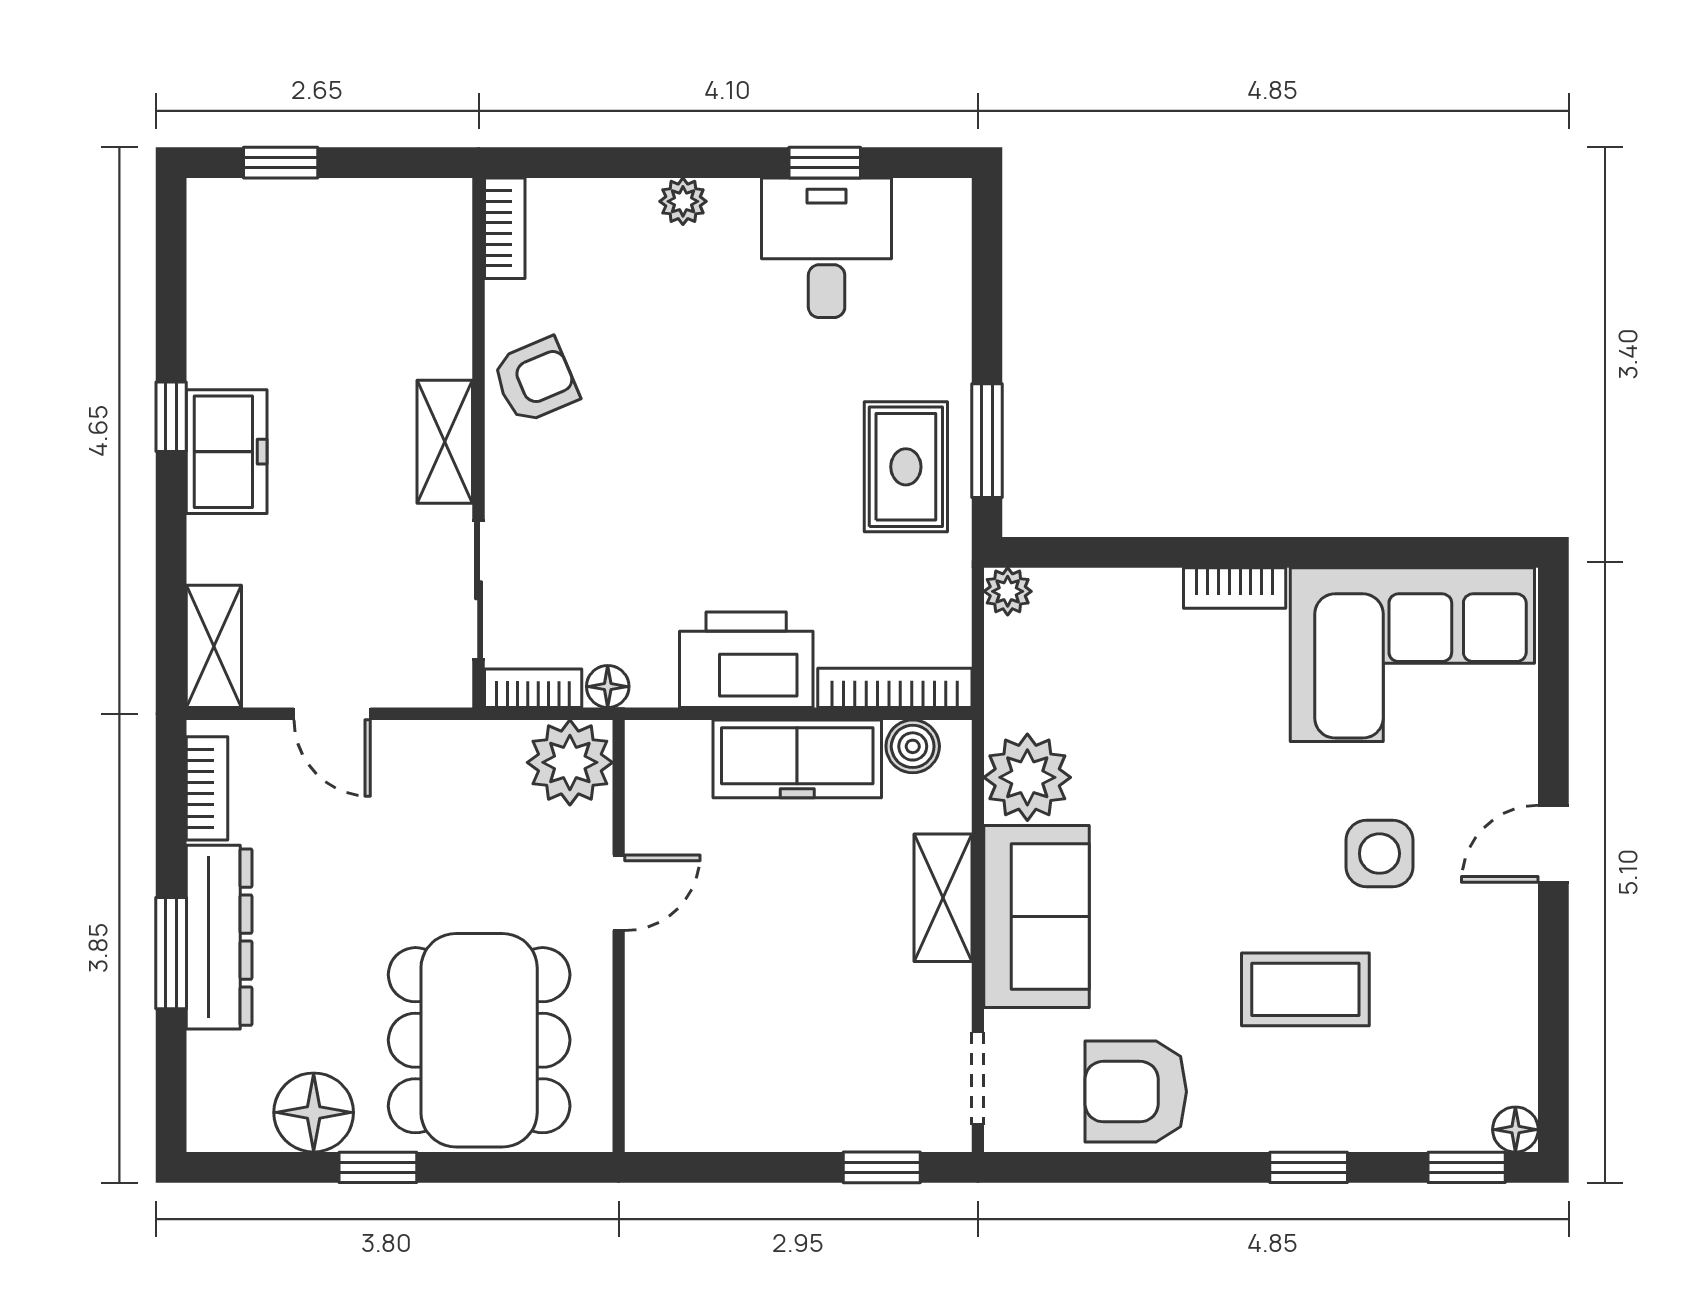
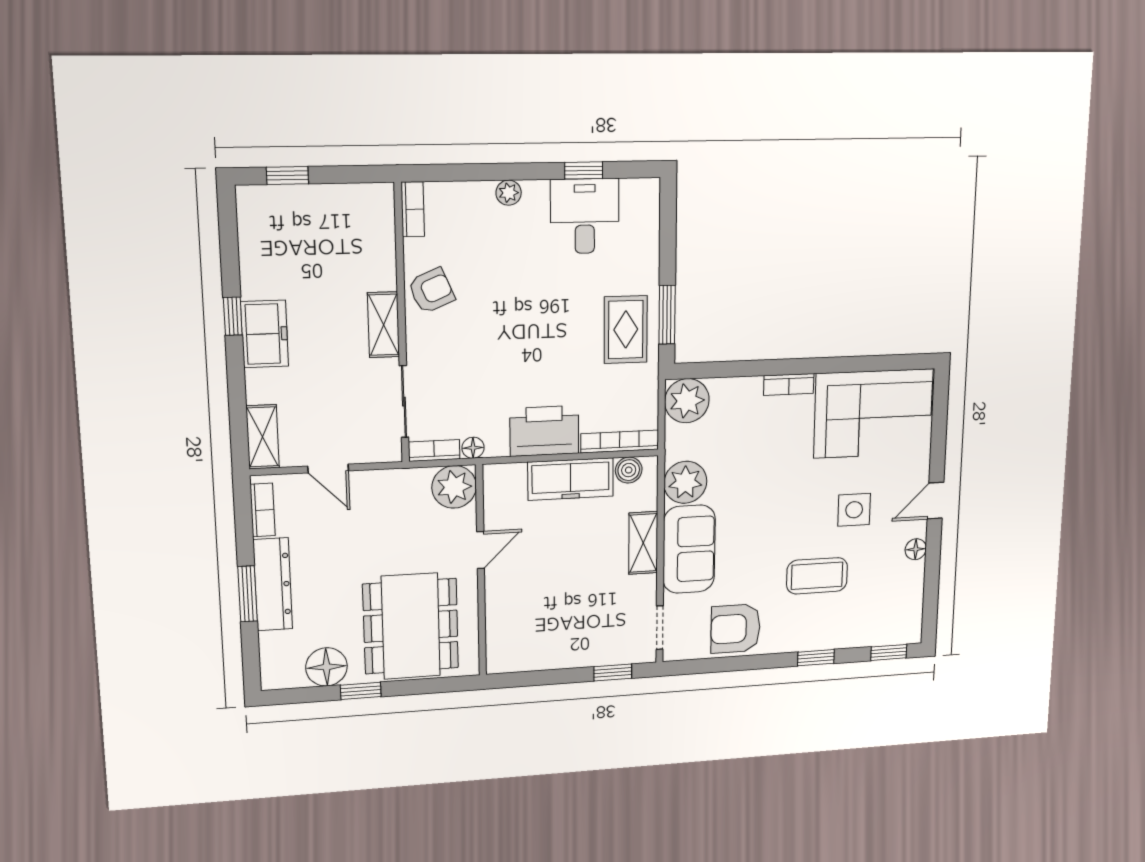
plant: (1008, 591) -> (687, 401), width x1.88, depth x1.88
floor lamp: (1515, 1130) -> (916, 549), moved

